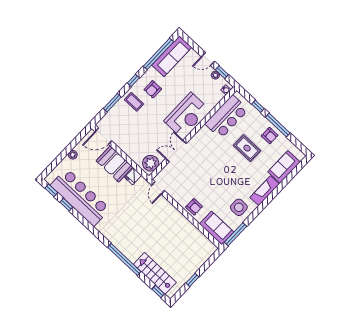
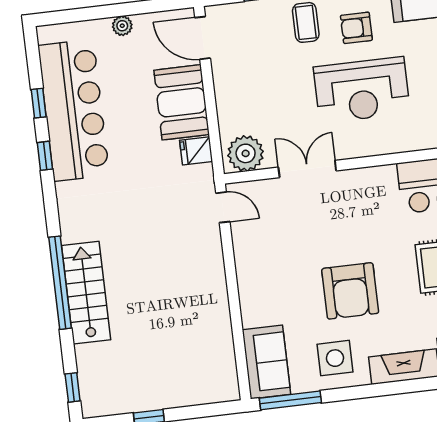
reception desk: (186, 115) -> (362, 90), moved
door: (158, 188) -> (223, 207), swing flipped
window: (51, 190) -> (45, 156), moved
armchair: (194, 207) -> (350, 291), moved, width x1.88, depth x1.88
stairs: (155, 273) -> (86, 293), moved

